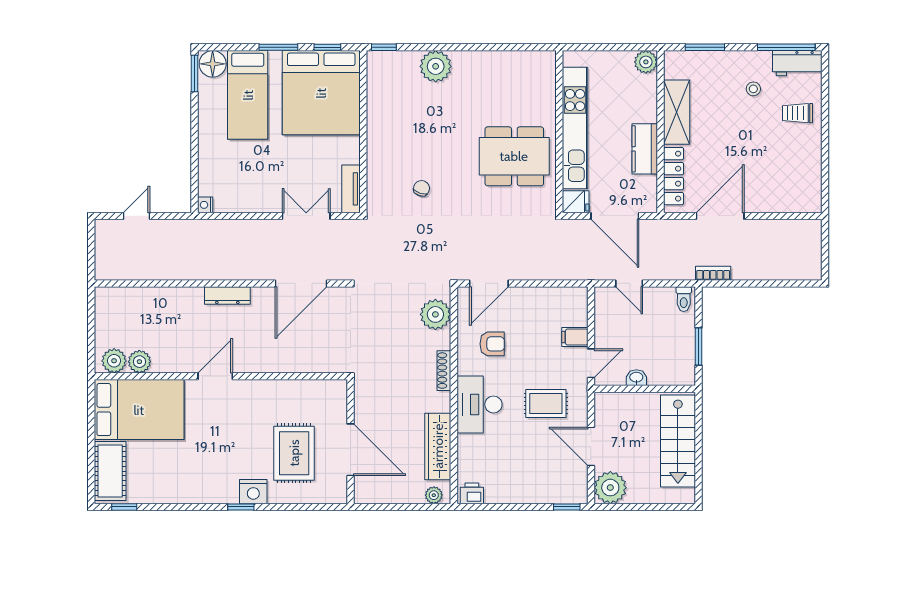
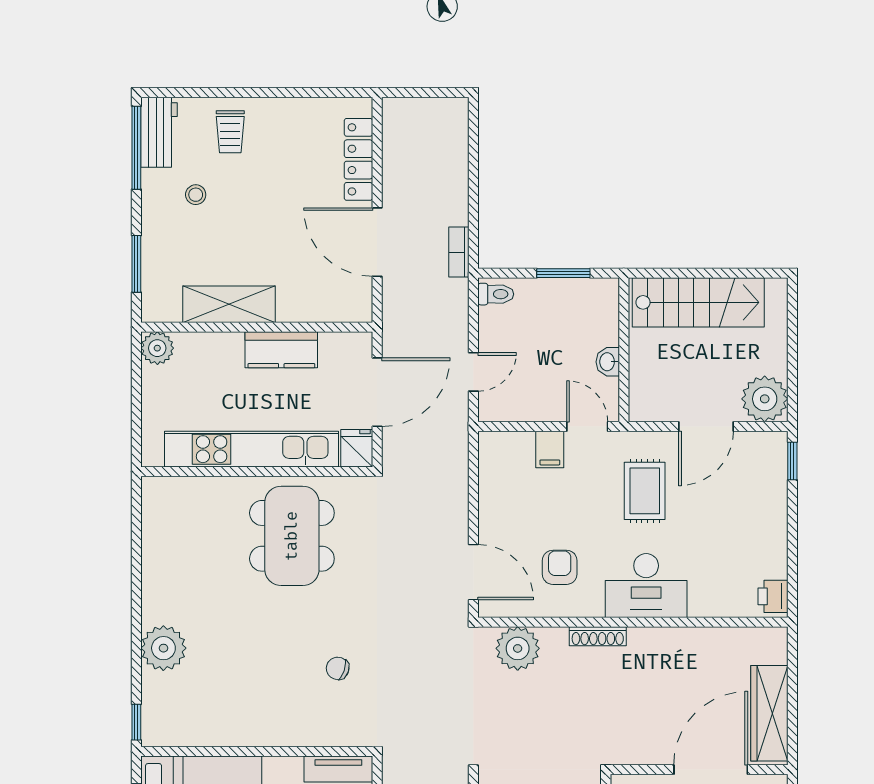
locker: (674, 176) -> (358, 159), moved, turned -90
wardrobe: (438, 446) -> (769, 713), moved, turned 90
plant: (434, 495) -> (776, 651), removed

